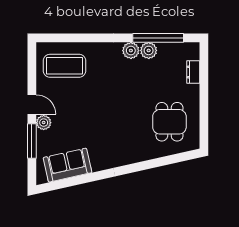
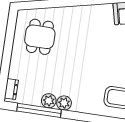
dresser: (193, 72) -> (11, 89), moved

